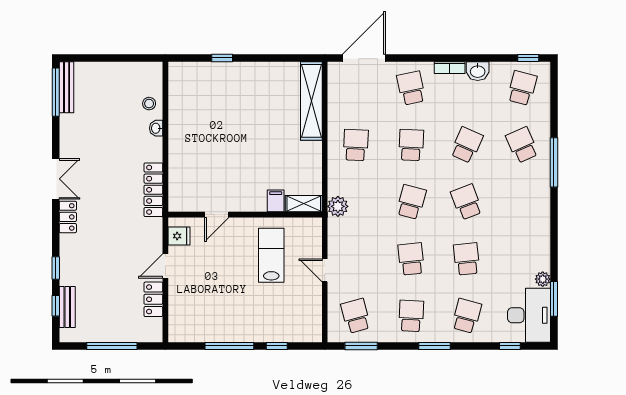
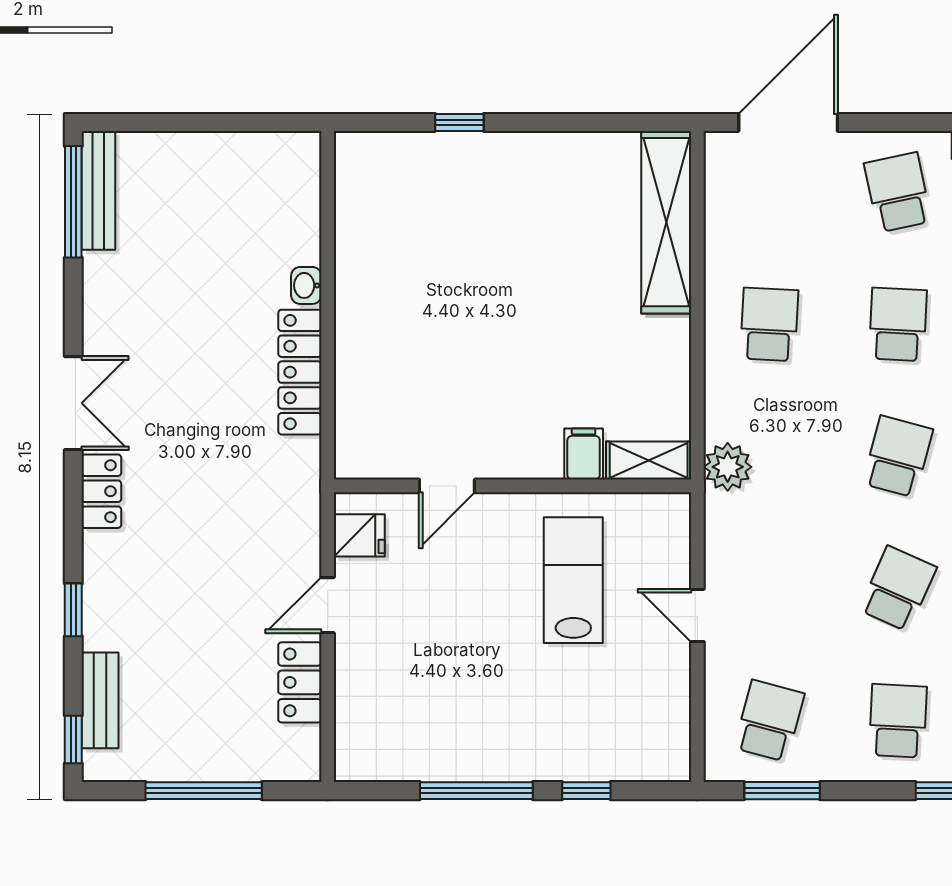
stool: (149, 104) -> (290, 228), removed
locker: (153, 190) -> (300, 372), moved
school desk: (411, 259) -> (898, 589), turned 30
window: (56, 306) -> (73, 739), moved
school desk: (356, 316) -> (769, 721), turned 30

